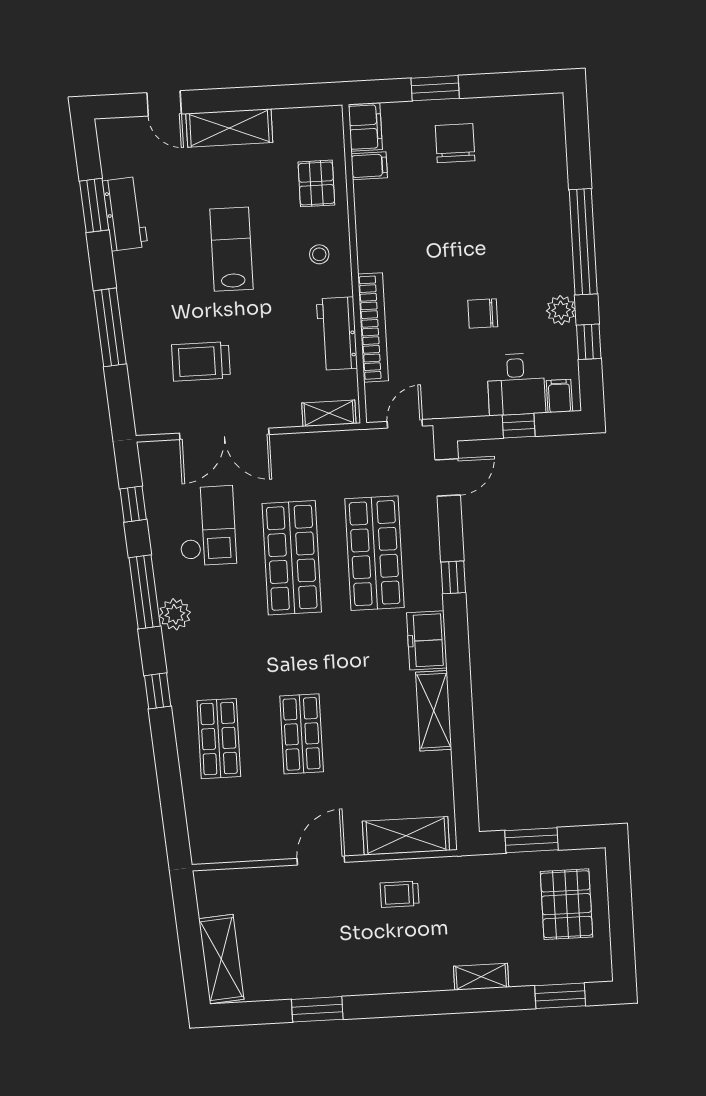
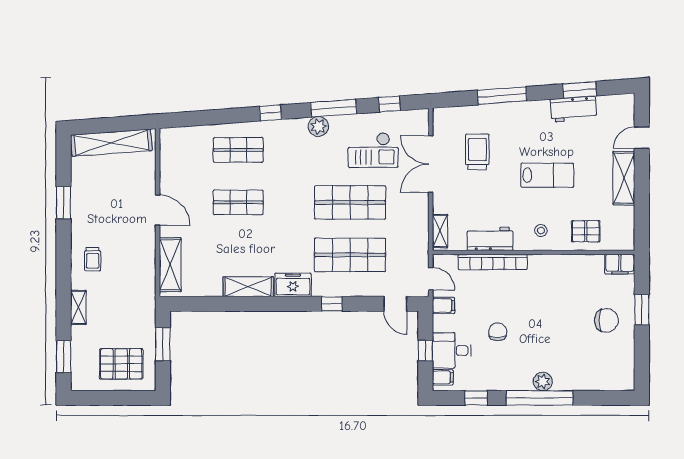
filing cabinet: (369, 166) -> (444, 306), moved, turned -90
plant: (561, 310) -> (543, 381), moved
trolley: (400, 894) -> (93, 259), moved, turned 180
shelving: (221, 959) -> (111, 143), width x1.47

